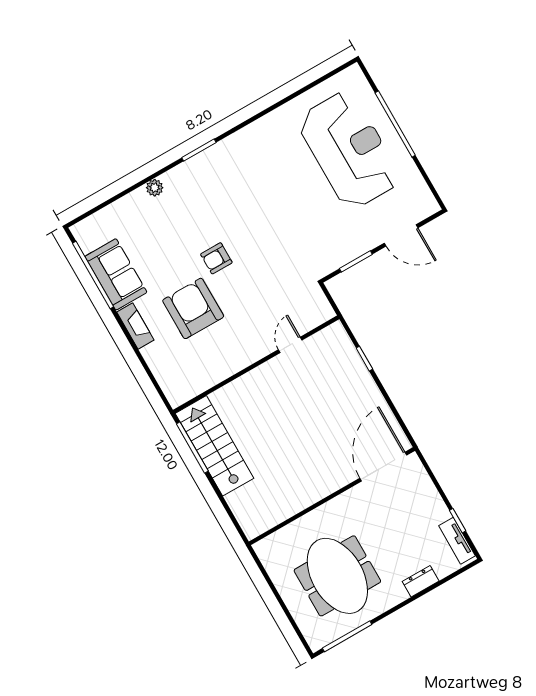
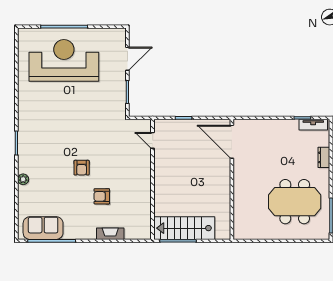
sofa: (116, 274) -> (43, 228), moved
armchair: (193, 308) -> (102, 196), width x0.53, depth x0.53
fireplace: (135, 326) -> (110, 234), moved
door: (290, 345) -> (153, 140), moved
door: (383, 467) -> (232, 142), moved
wall: (332, 496) -> (232, 179), moved

